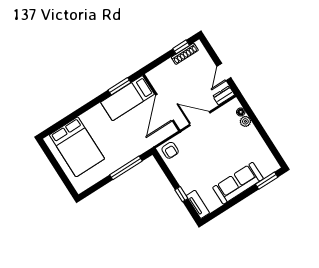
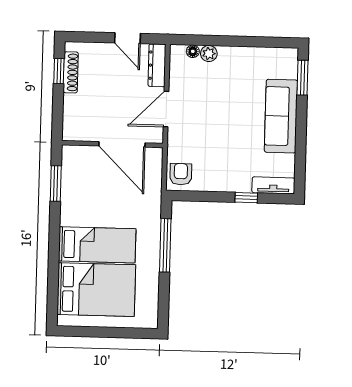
dresser: (224, 95) -> (157, 65), width x1.44
bed: (128, 98) -> (97, 245), moved, turned -90
armchair: (170, 150) -> (181, 174), turned -90

